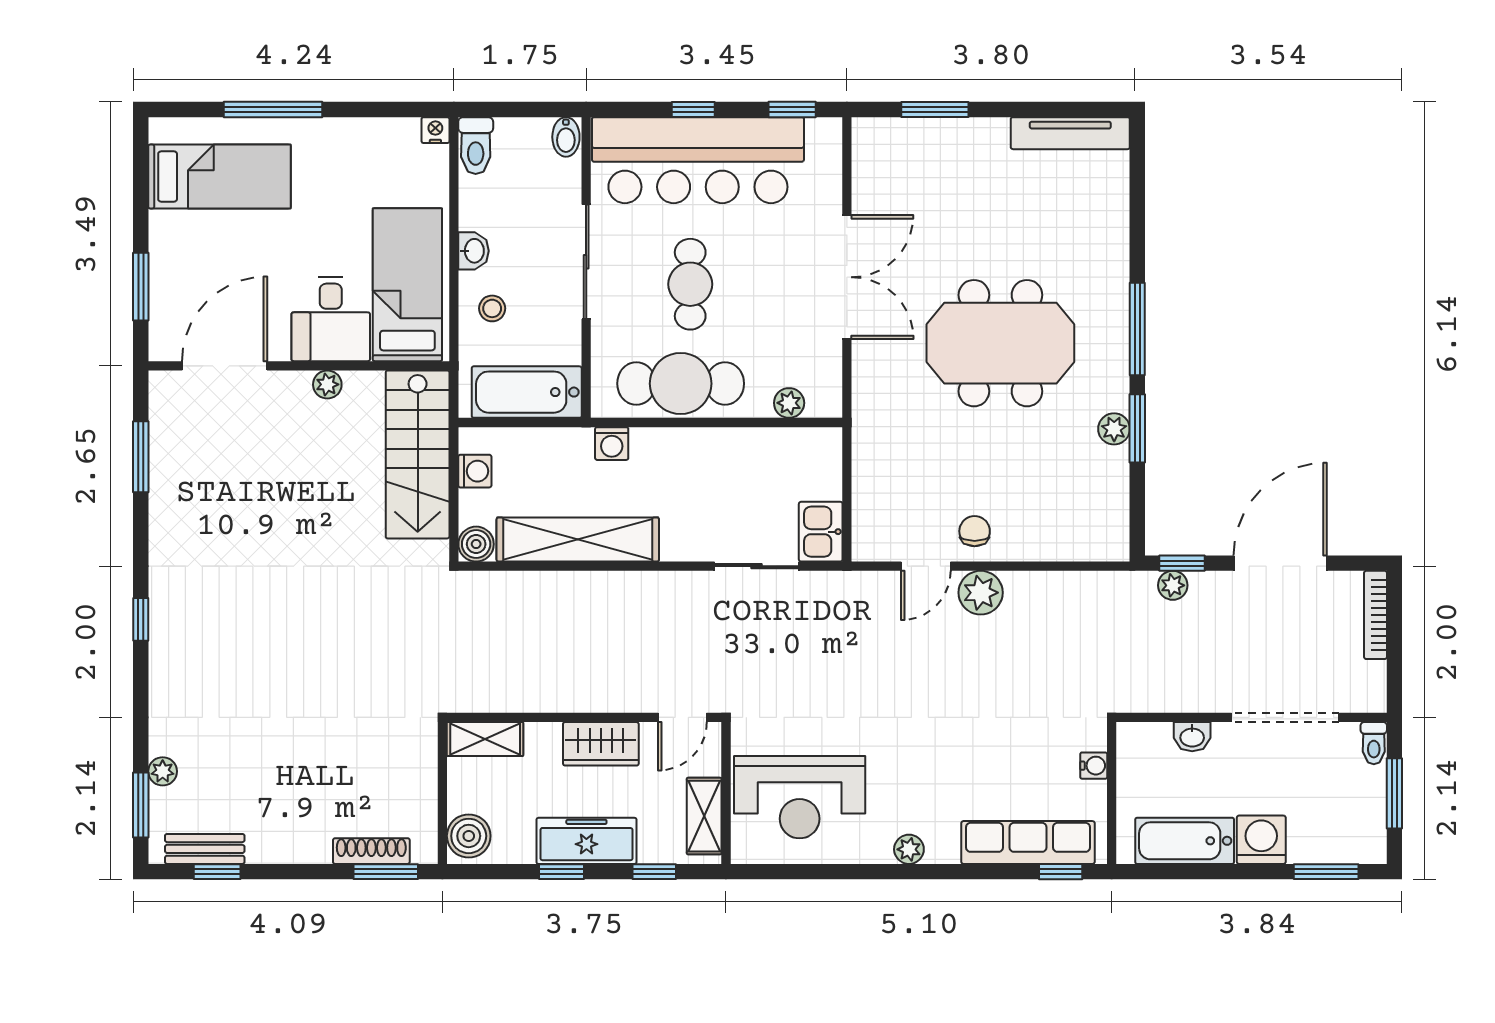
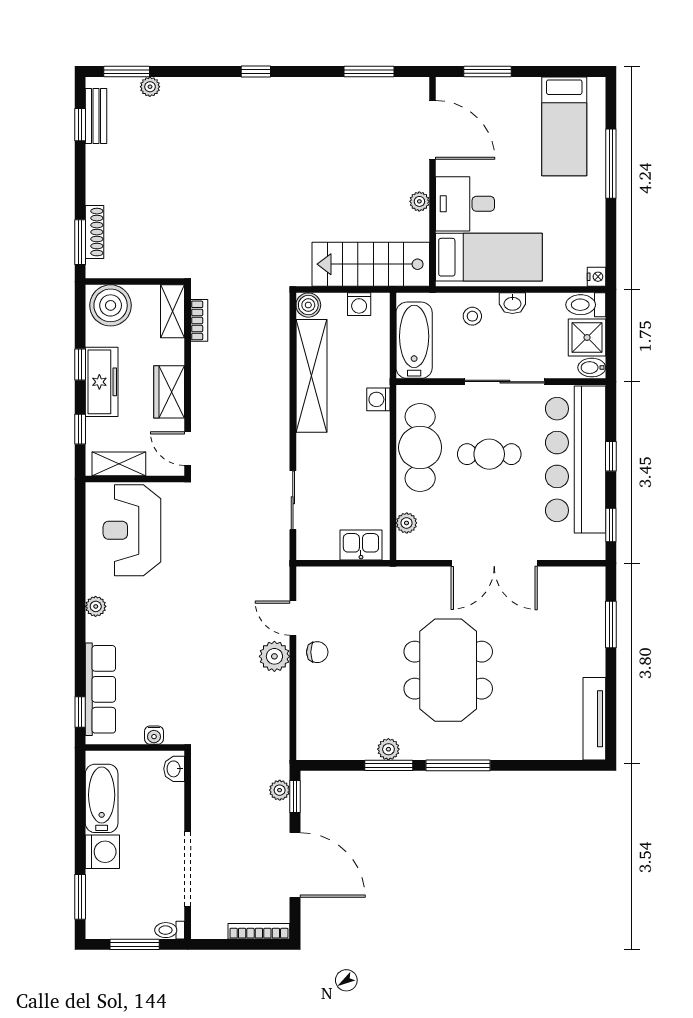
shower: (523, 144) -> (587, 337), added
kitchen sink: (821, 532) -> (361, 545), moved
bookcase: (498, 701) -> (199, 320), added
washbasin: (1192, 737) -> (174, 769), moved
boiler: (469, 836) -> (111, 305), width x1.37, depth x1.37

